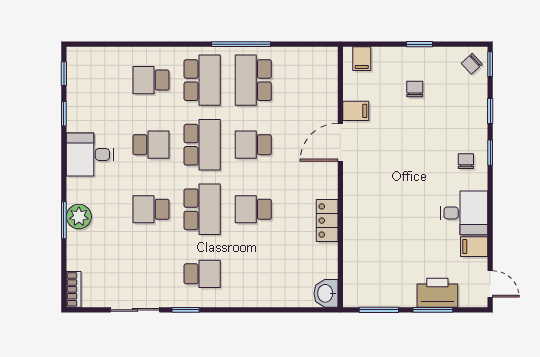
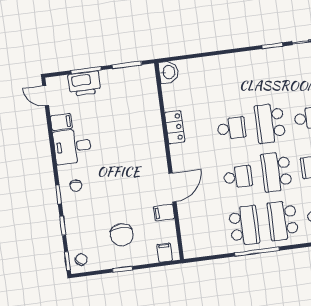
chair: (415, 89) -> (122, 235), width x1.87, depth x1.87
school desk: (202, 274) -> (264, 74), removed

